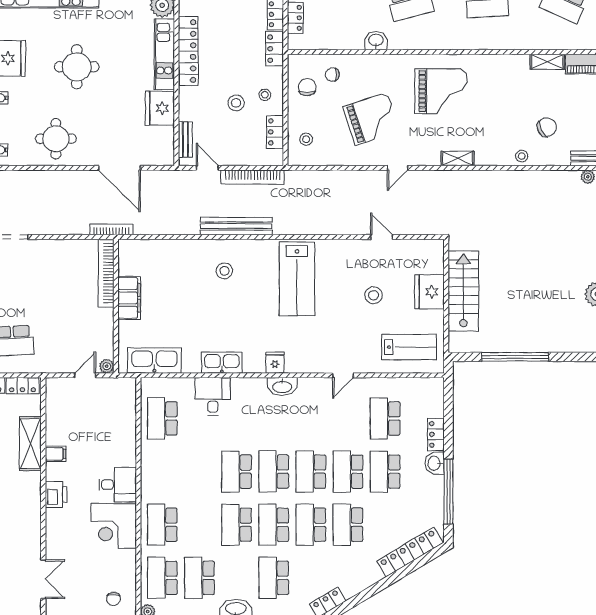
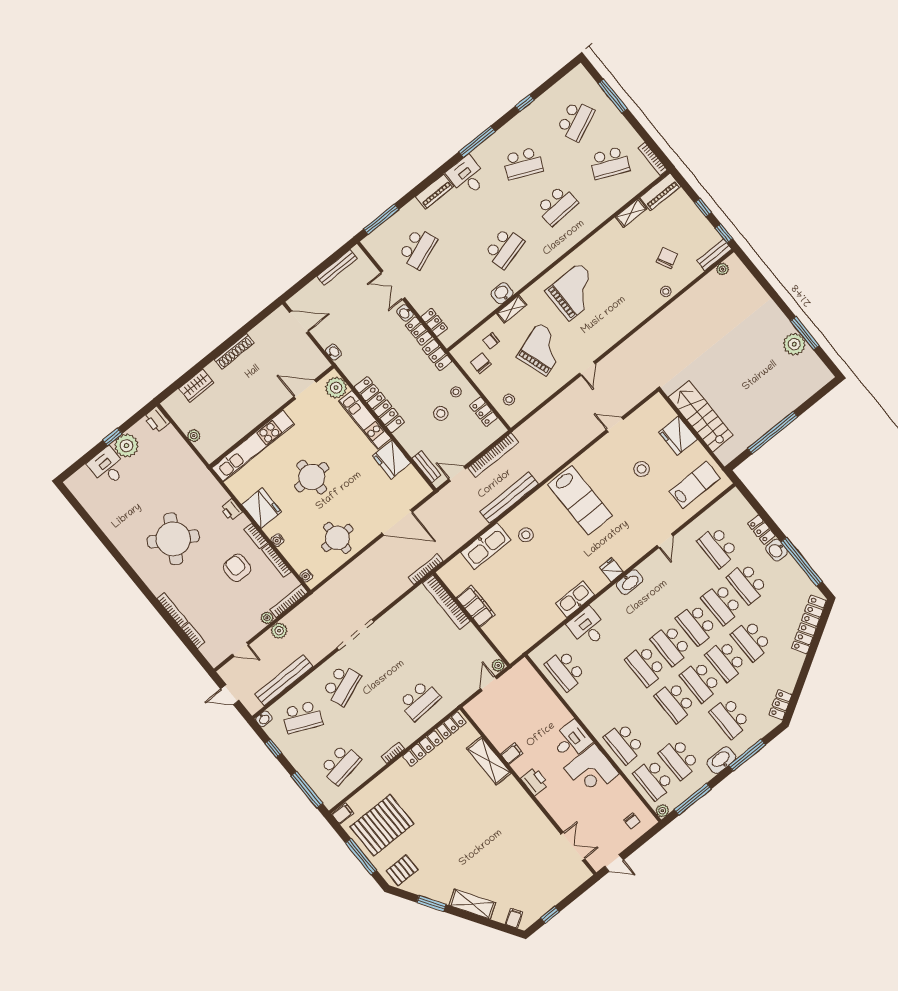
shelving: (458, 158) -> (512, 309), moved
kitchen sink: (154, 360) -> (486, 546), moved, turned 180

